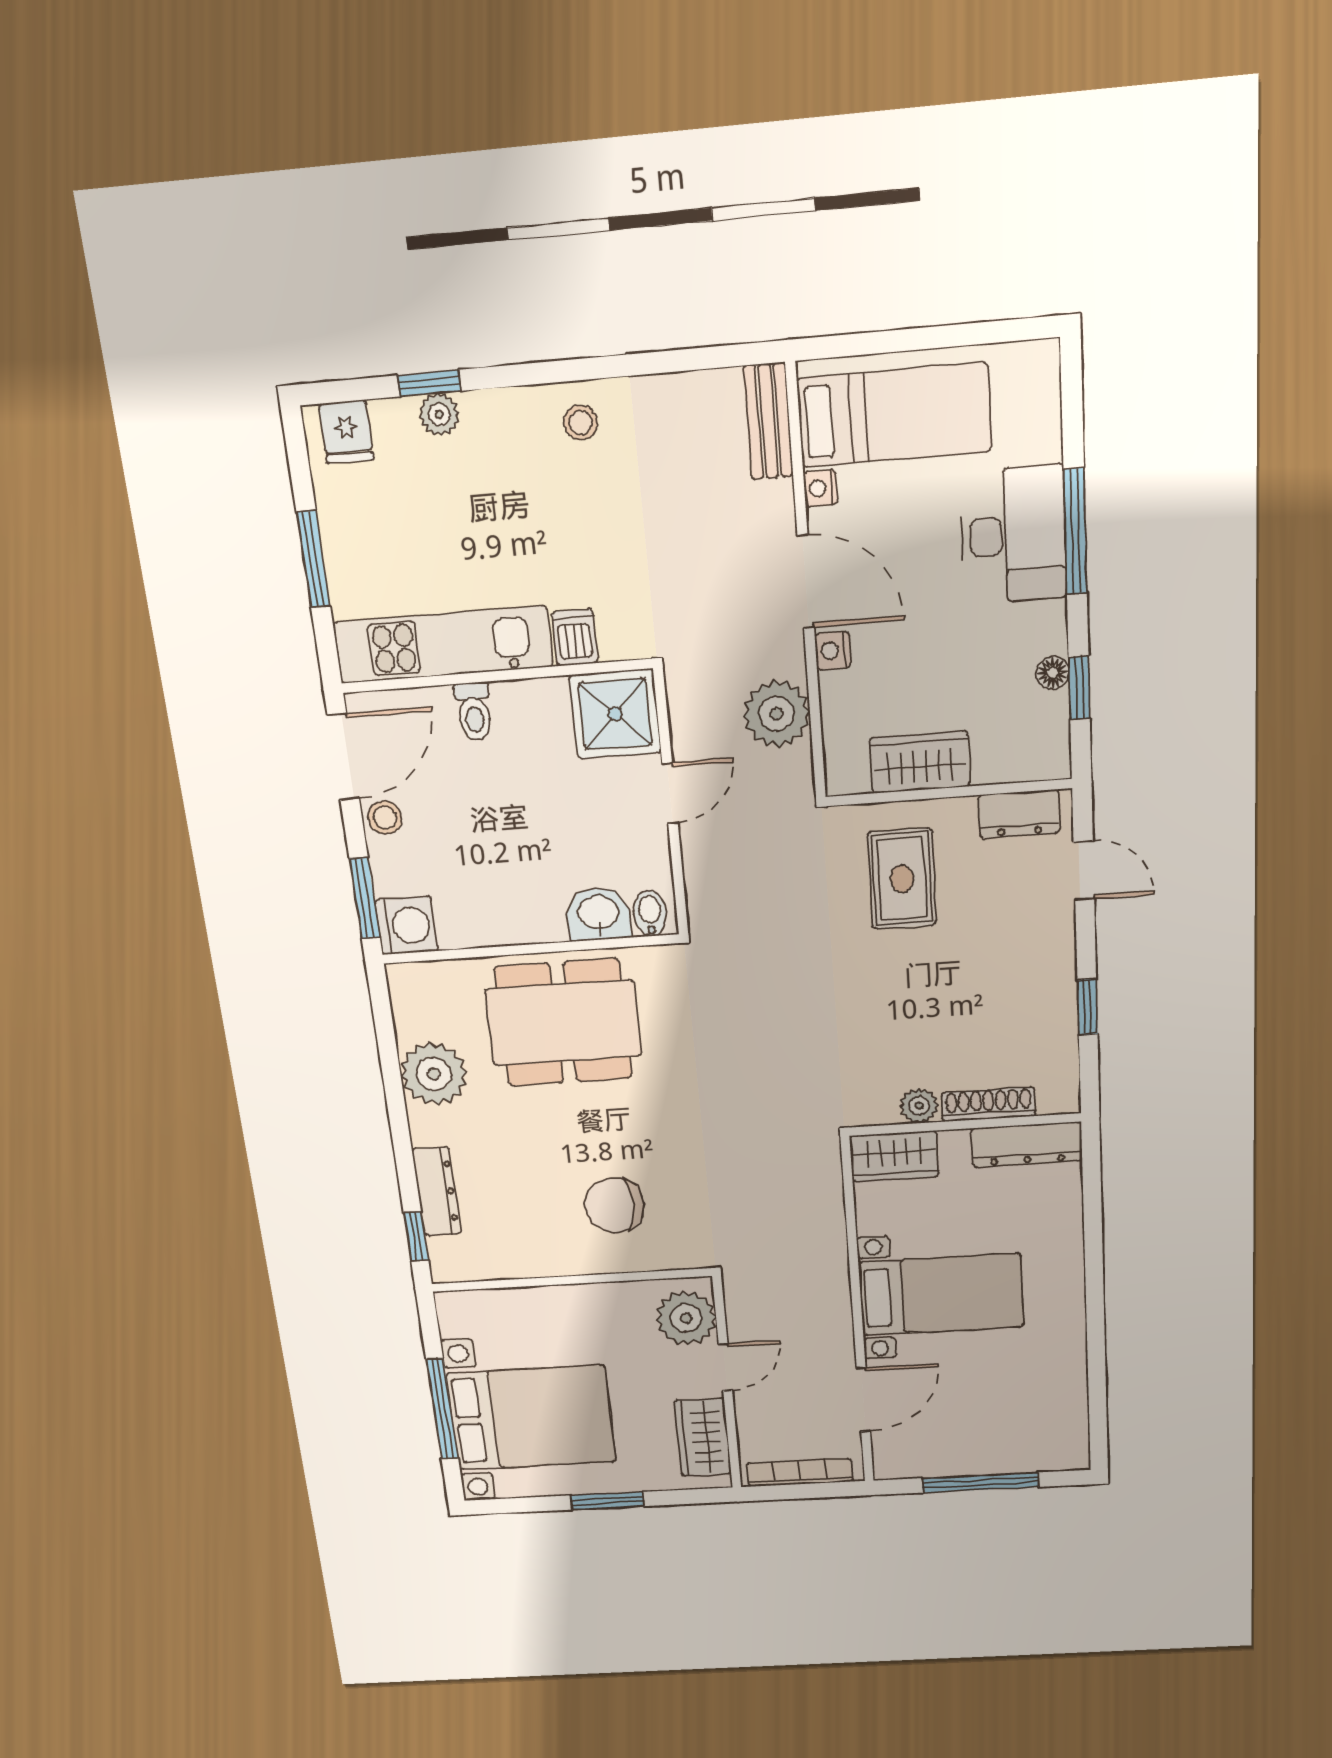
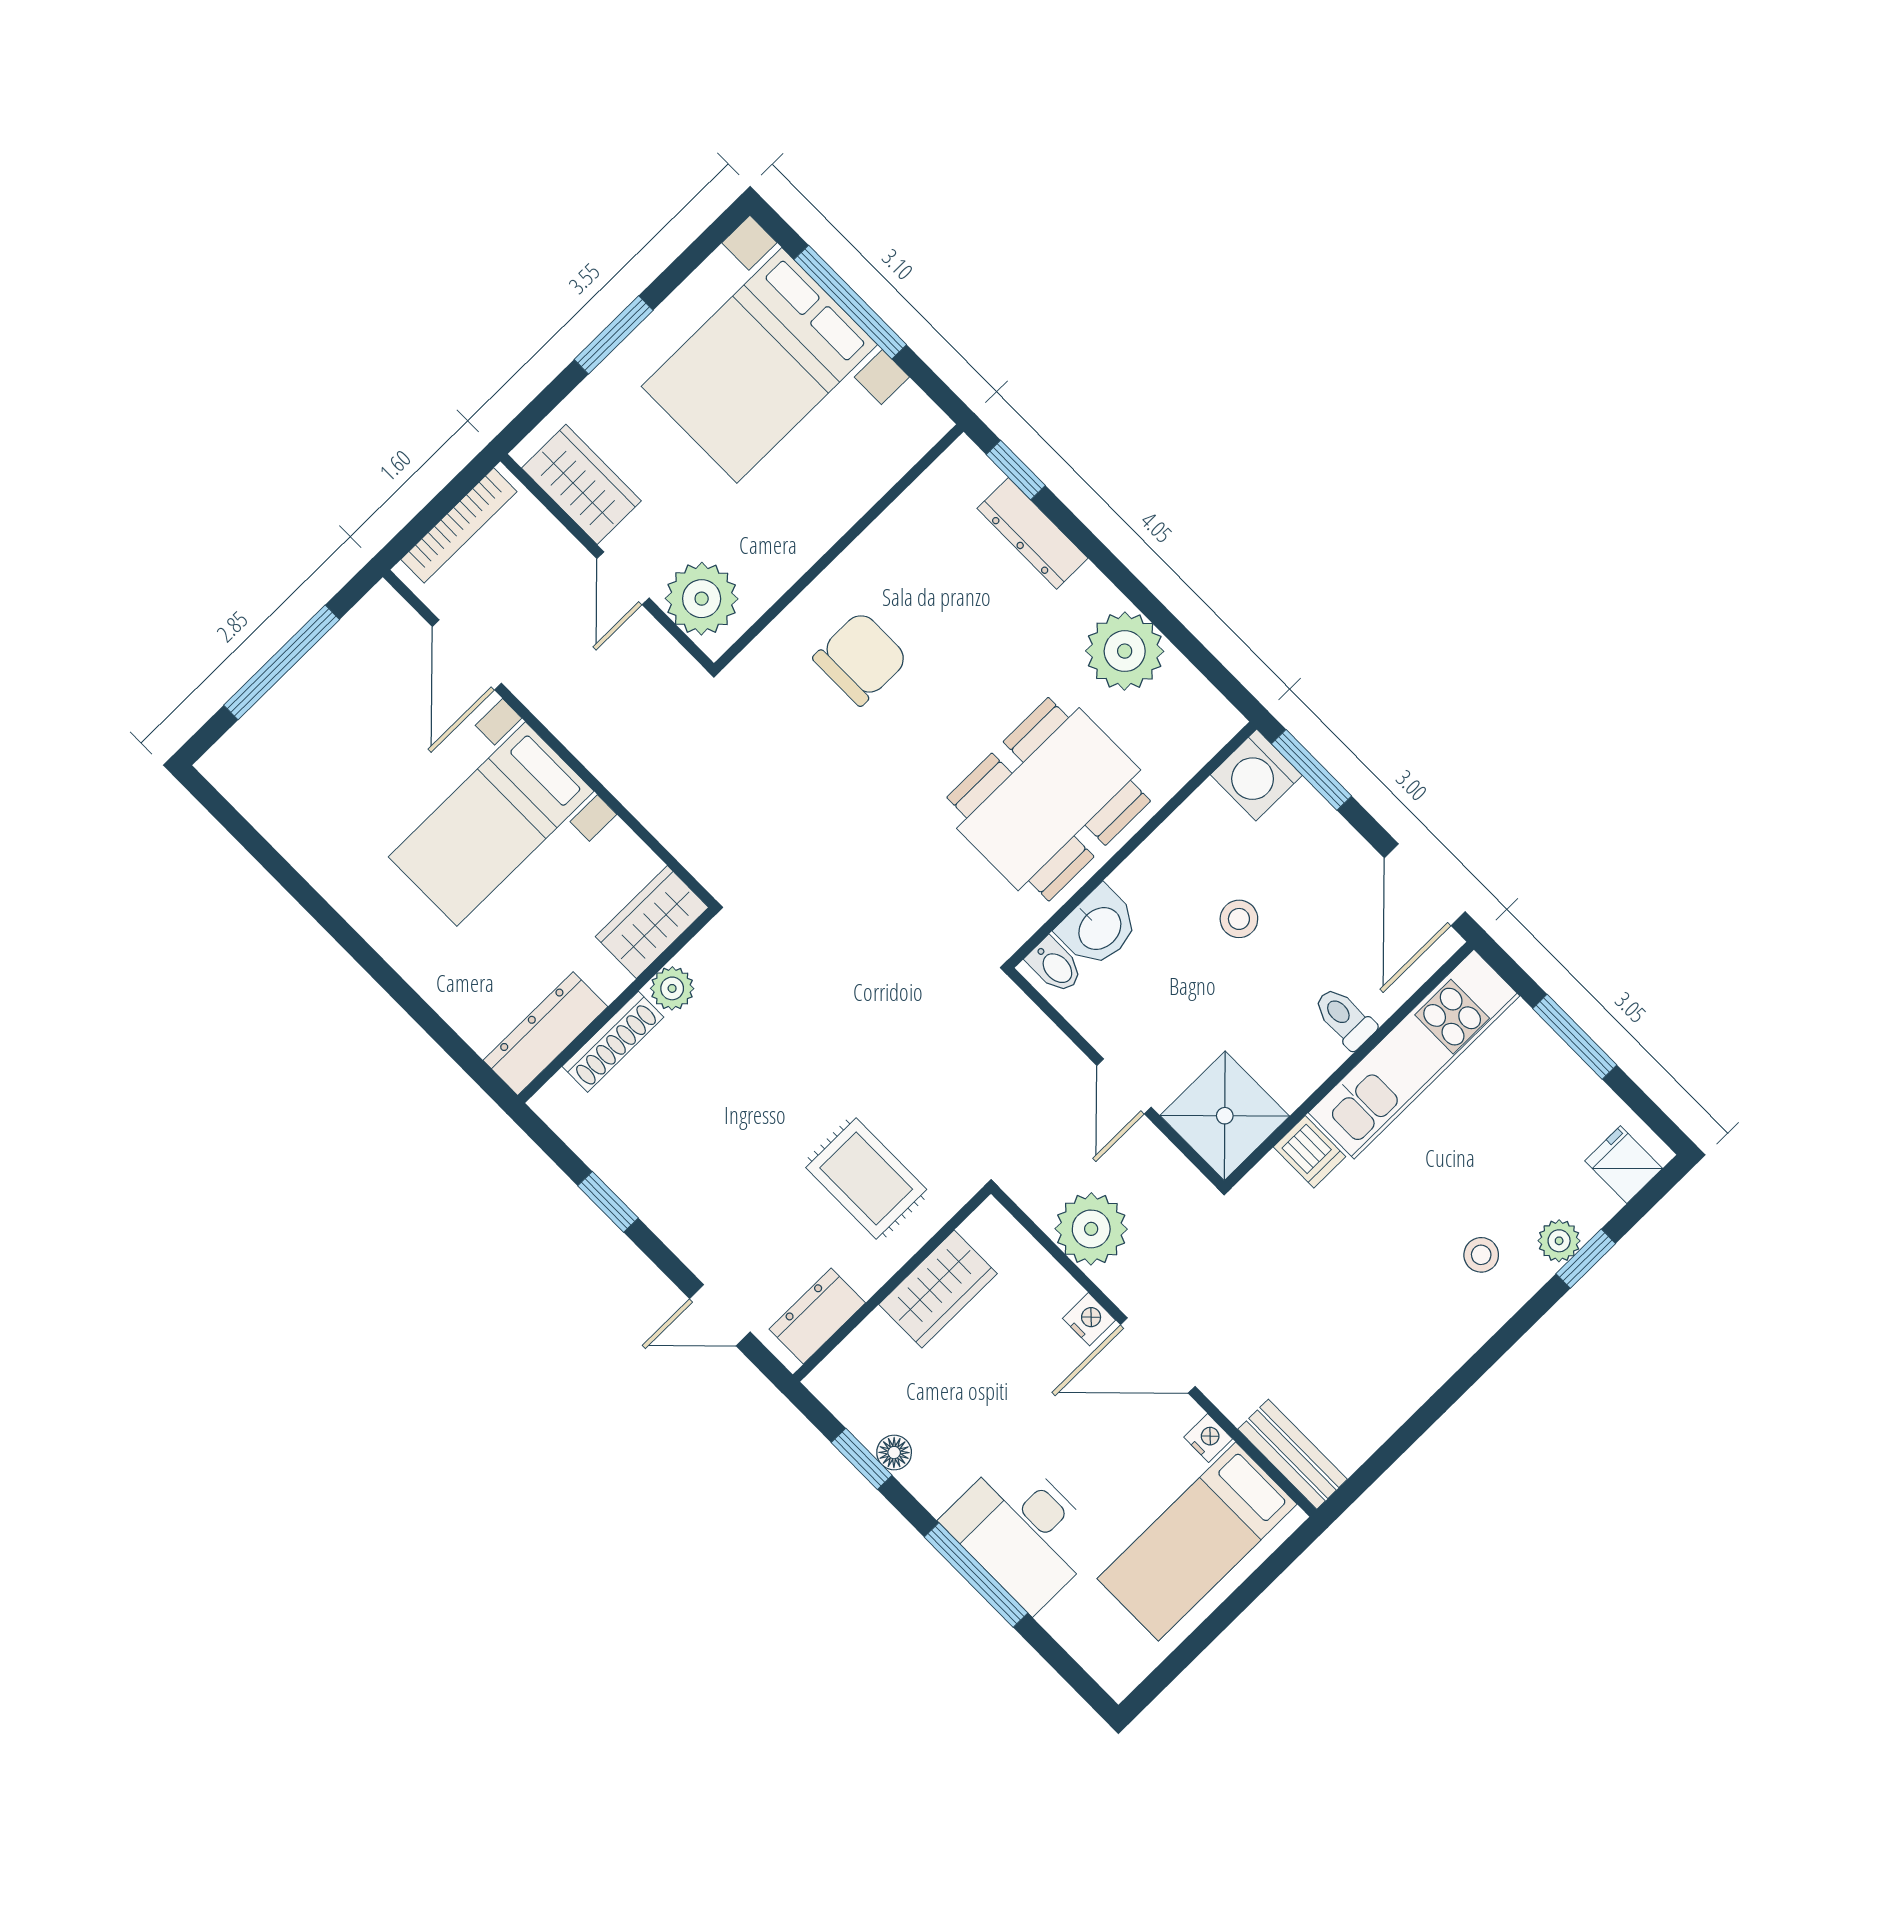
stool: (581, 423) -> (1481, 1255), moved
stool: (385, 818) -> (1239, 919), moved

